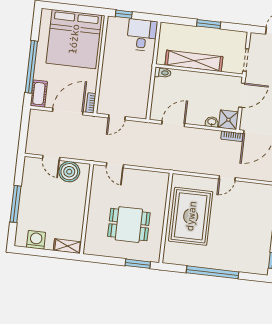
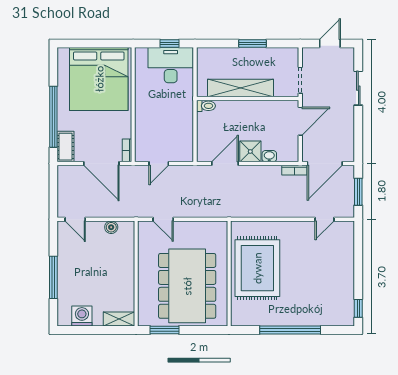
window: (124, 14) -> (170, 44), moved
desk: (142, 35) -> (171, 65), width x1.37
door: (68, 112) -> (101, 164), swing flipped
shower: (228, 120) -> (250, 151), moved
door: (51, 158) -> (75, 219), moved
boiler: (69, 172) -> (111, 227), width x0.54, depth x0.54
door: (227, 178) -> (324, 219), moved
dining table: (129, 225) -> (187, 286), width x1.88, depth x1.24
window: (138, 264) -> (165, 330), moved

